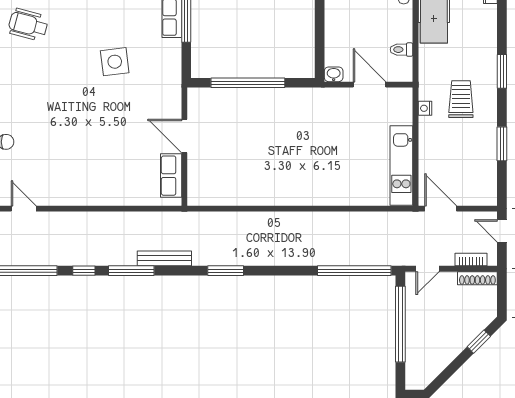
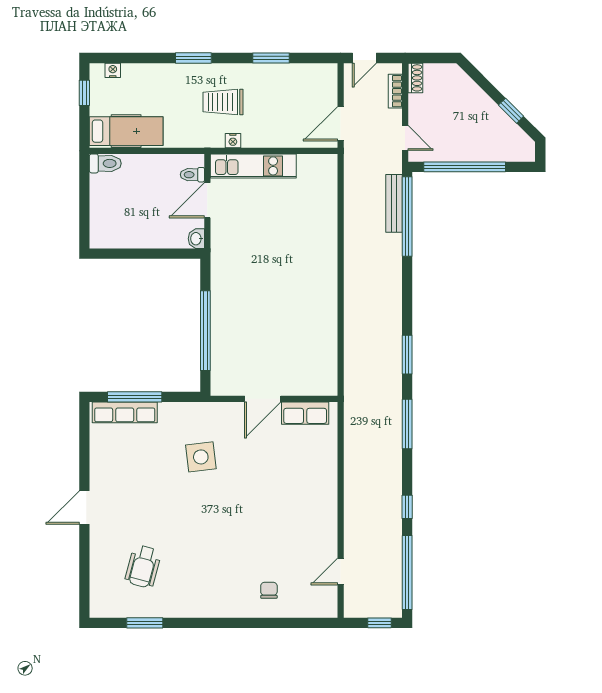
toilet: (401, 50) -> (192, 175), moved, turned 90
side table: (115, 62) -> (201, 457), moved
kitchen unit: (401, 165) -> (253, 166), moved
bench: (164, 258) -> (394, 203), moved
window: (131, 271) -> (407, 424), moved
shoe rack: (477, 278) -> (415, 78), width x0.70
window: (479, 342) -> (511, 111), moved

